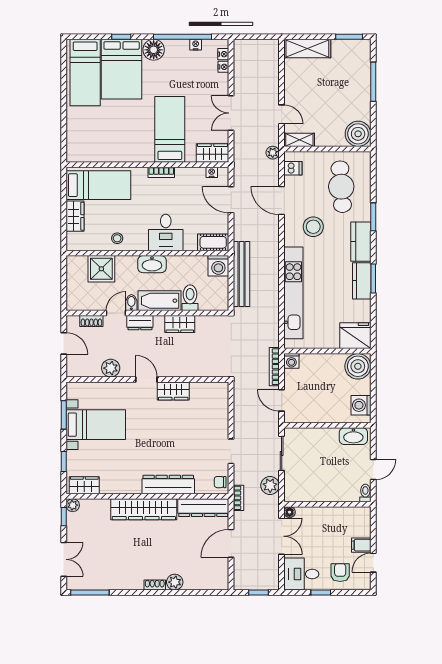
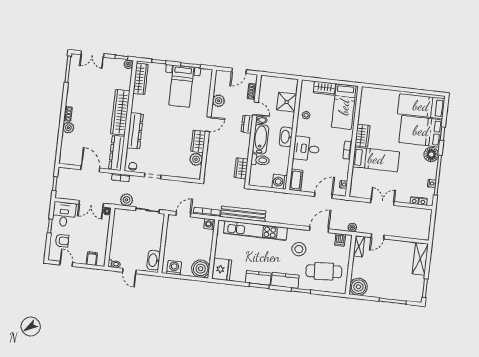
wardrobe: (213, 153) -> (362, 136), moved
bench: (242, 274) -> (243, 214), moved
wardrobe: (180, 324) -> (241, 168), moved
plant: (200, 391) -> (196, 159), added
wardrobe: (84, 485) -> (141, 79), width x1.50
filing cabinet: (361, 545) -> (92, 259), moved

